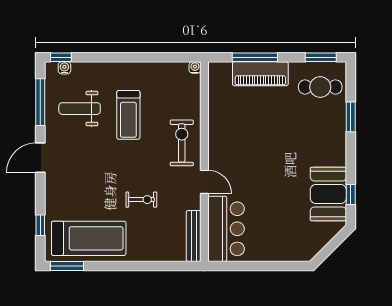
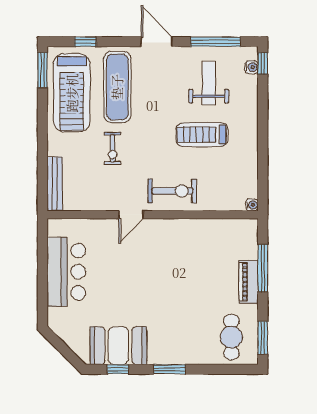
piano: (260, 74) -> (249, 282), width x0.73, depth x0.75
window: (351, 117) -> (170, 369), moved
exercise mat: (83, 195) -> (117, 87), added
bar counter: (226, 229) -> (66, 272), moved, turned -90
bench: (194, 236) -> (55, 184), moved, turned 90

